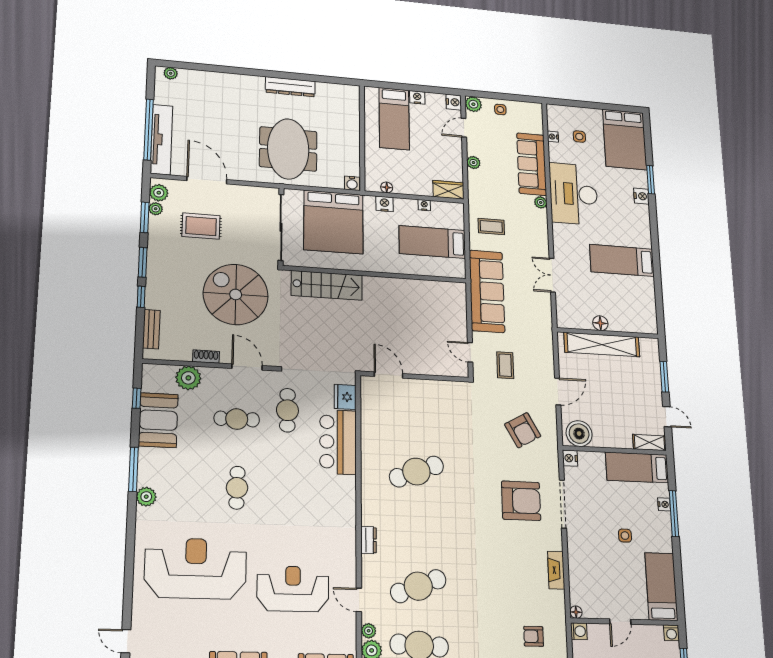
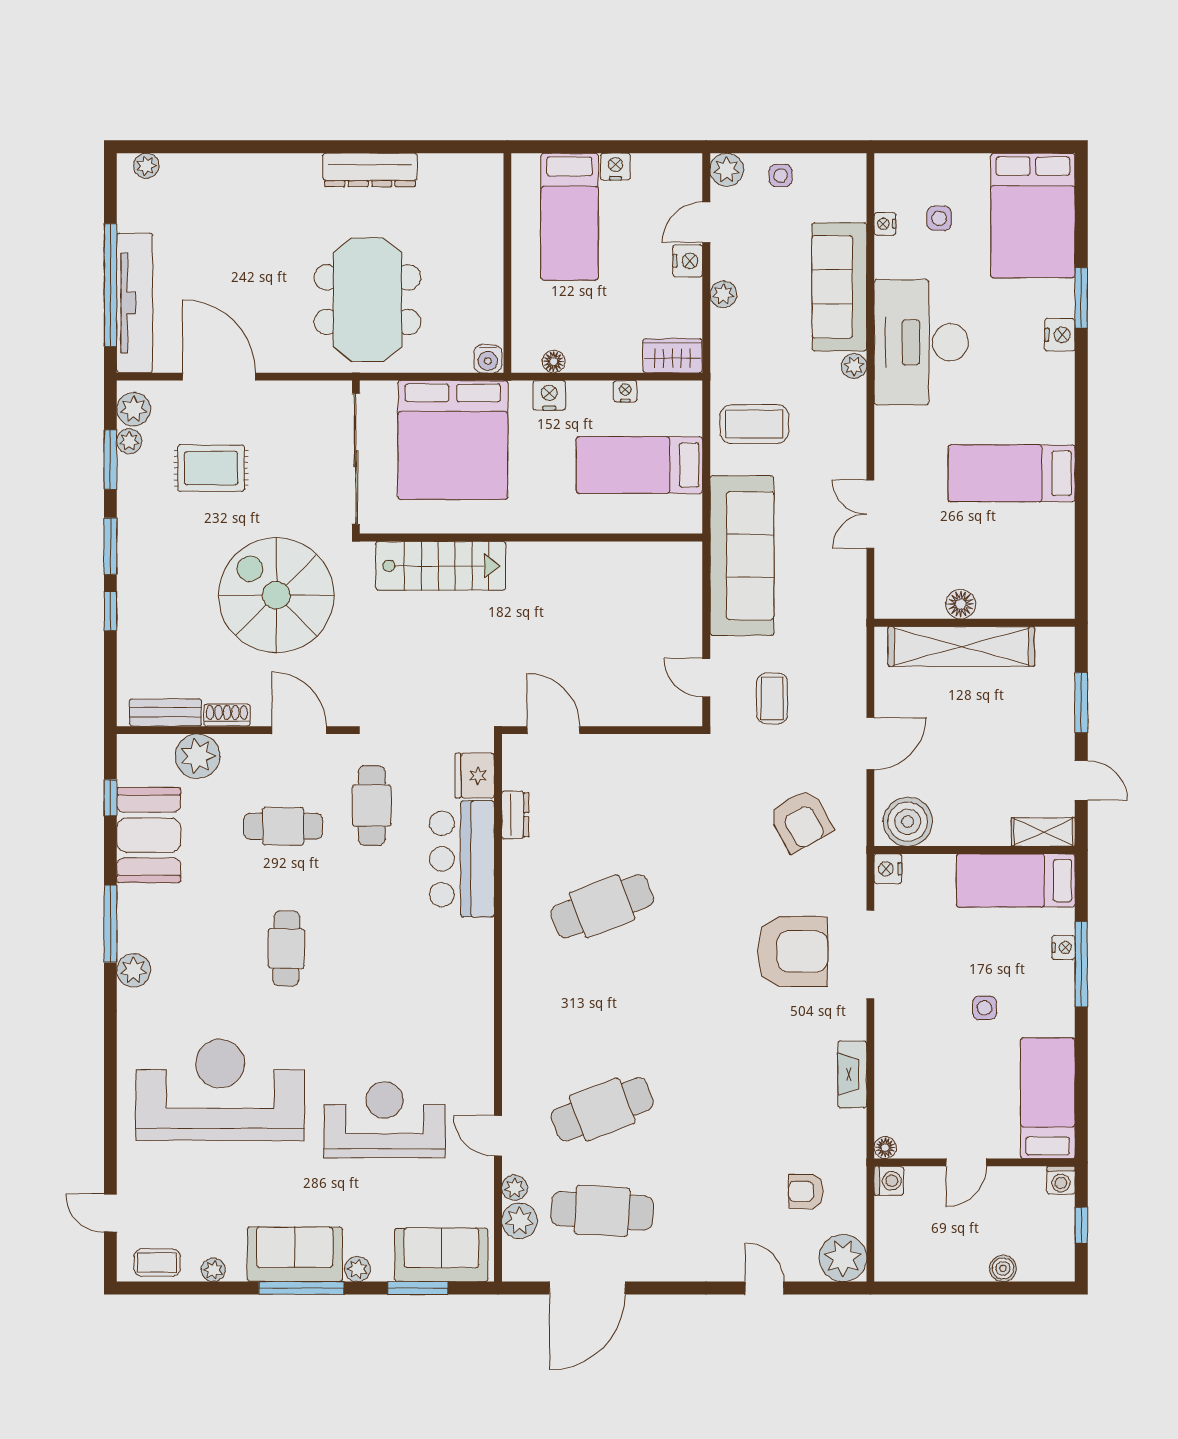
nightstand: (454, 102) -> (688, 261), moved
coffee table: (491, 226) -> (754, 424), width x1.36, depth x1.30
bench: (151, 329) -> (166, 713), moved, turned 90
dresser: (368, 540) -> (515, 815), moved

